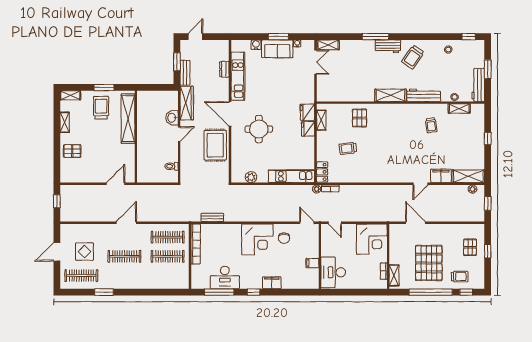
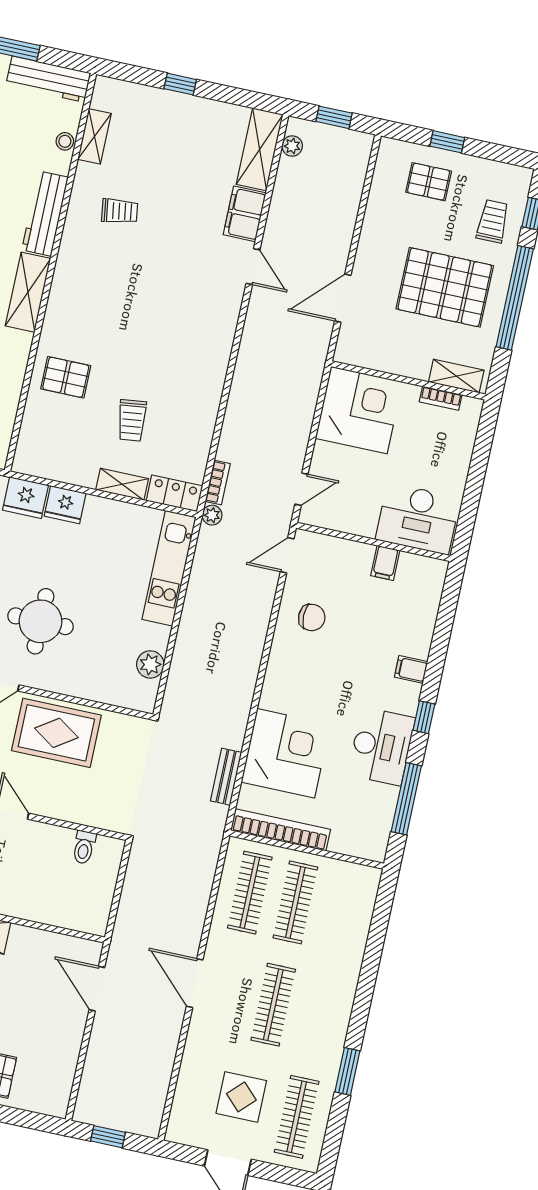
shelving: (321, 120) -> (122, 484), moved
corner desk: (257, 239) -> (286, 753), moved
desk: (225, 277) -> (381, 746), moved
filing cabinet: (272, 283) -> (411, 669), width x0.50

